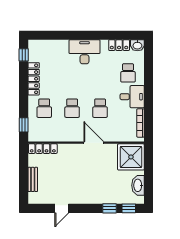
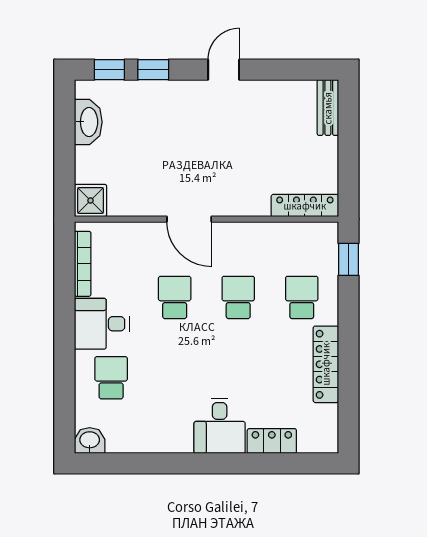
locker: (119, 45) -> (272, 441), moved
desk: (84, 52) -> (220, 426), width x0.73
window: (24, 55) -> (349, 419), removed
shower: (131, 157) -> (90, 201), width x0.54, depth x0.54
bench: (33, 179) -> (328, 108), moved
door: (62, 208) -> (224, 70), moved

